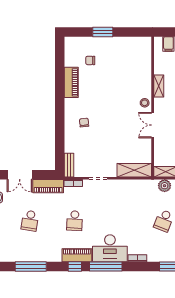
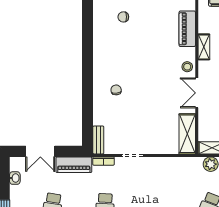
piano: (71, 82) -> (187, 29), moved, turned 180
shelving: (134, 170) -> (187, 134), moved, turned 90

